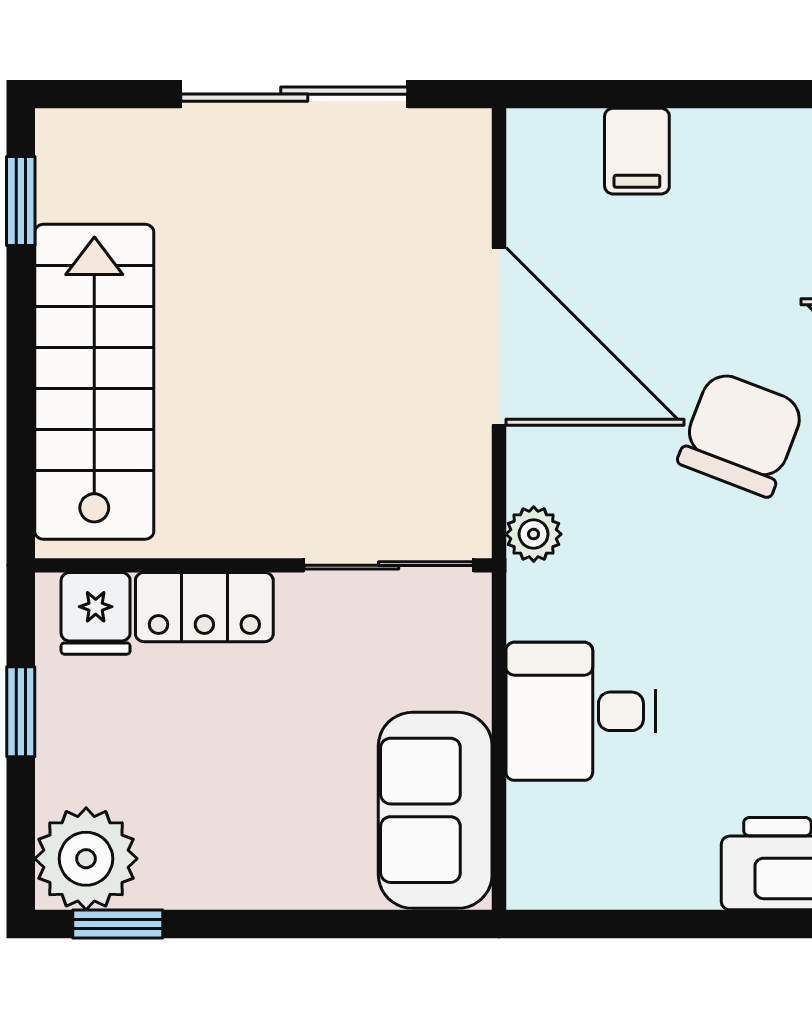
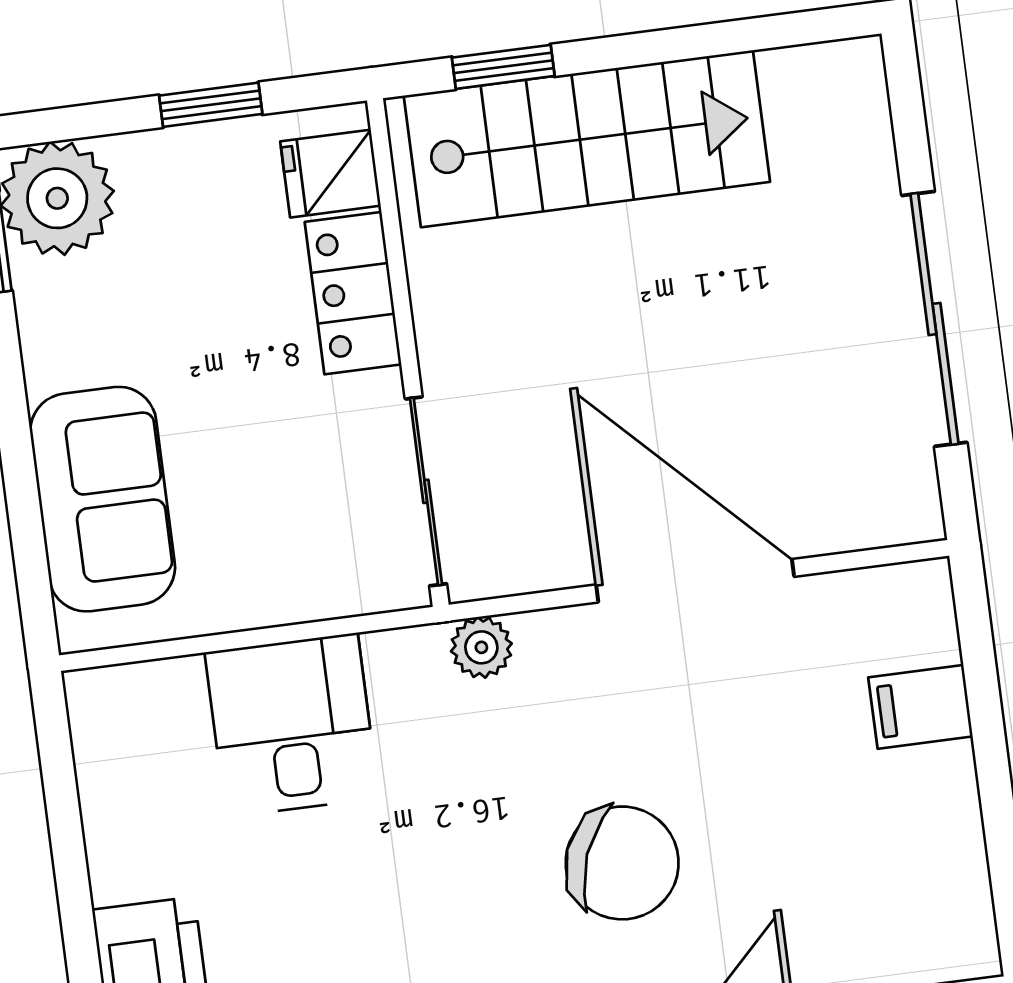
window: (21, 201) -> (503, 67), moved
door: (499, 337) -> (695, 581), swing flipped
sofa: (435, 810) -> (103, 499), moved, turned 90

